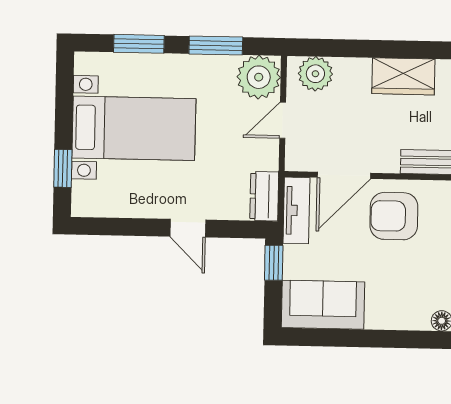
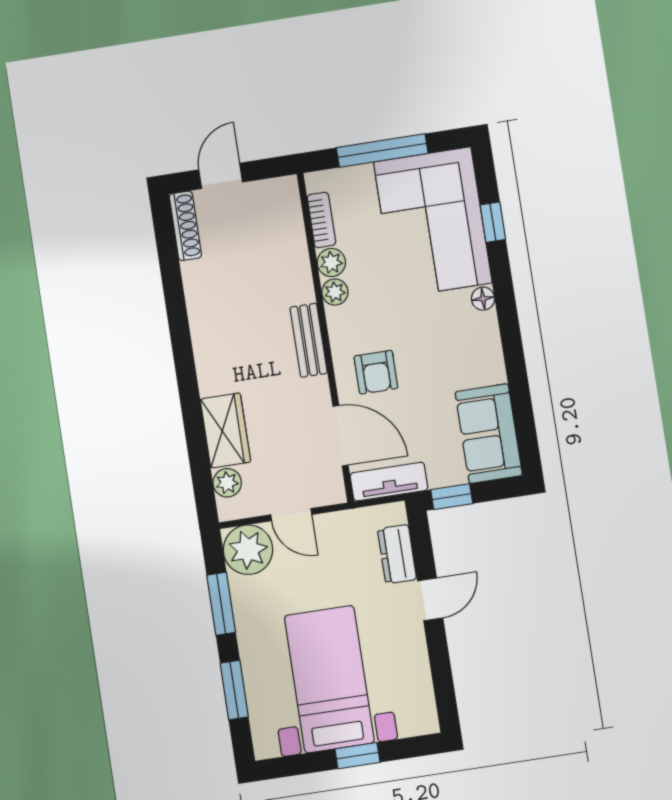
plant: (315, 74) -> (227, 483), width x0.73, depth x0.73
wardrobe: (403, 76) -> (225, 430), moved
window: (63, 168) -> (357, 756), moved
dresser: (264, 196) -> (397, 554), moved, turned 90
armchair: (394, 216) -> (376, 372), width x0.72, depth x0.72

